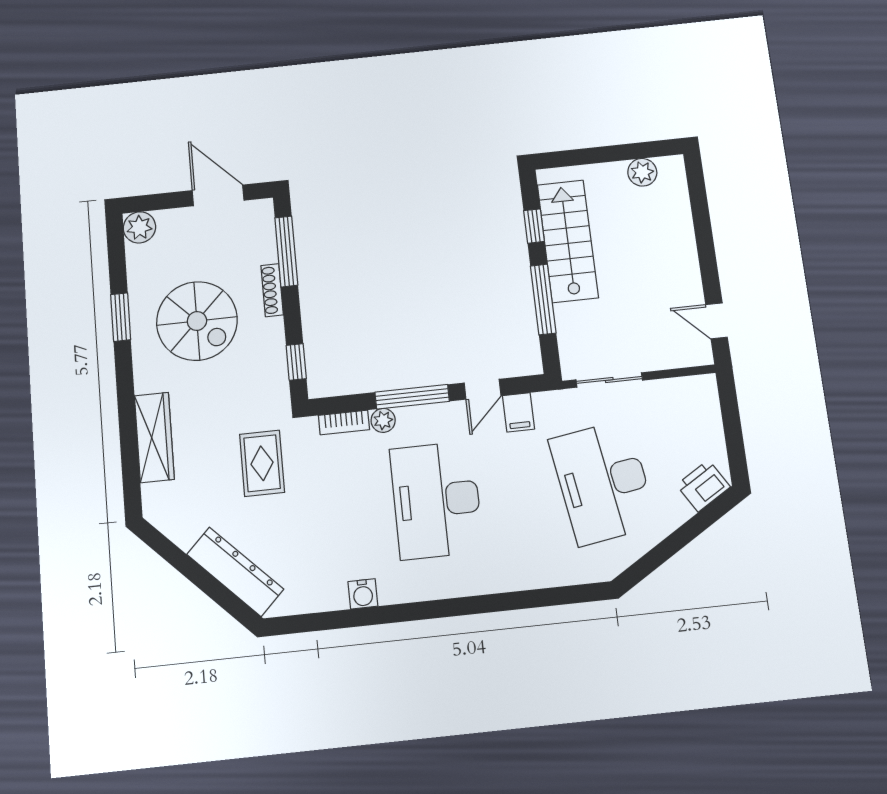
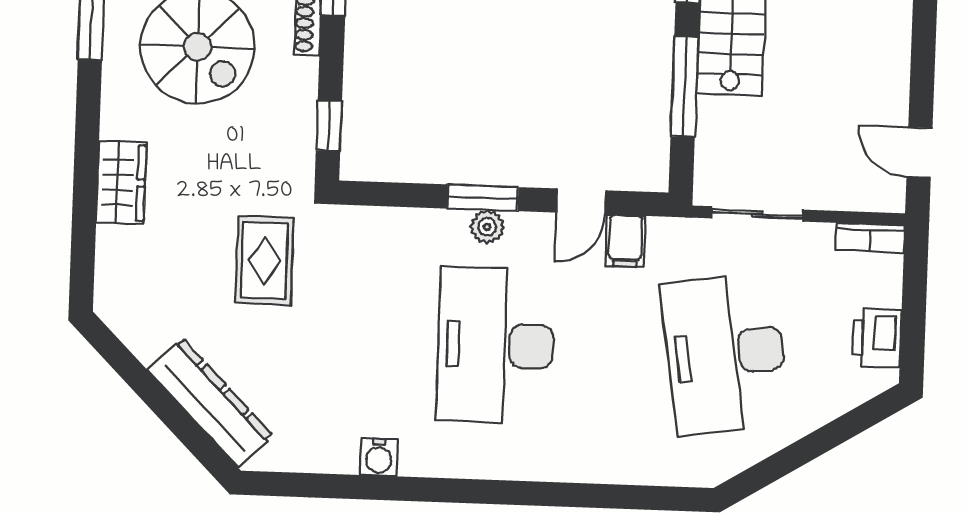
window: (412, 397) -> (483, 198), width x0.69
plant: (383, 420) -> (487, 227), moved
bookcase: (344, 422) -> (870, 238), moved
wardrobe: (154, 437) -> (121, 183), width x0.67
printer: (703, 486) -> (877, 338), moved, turned -58

